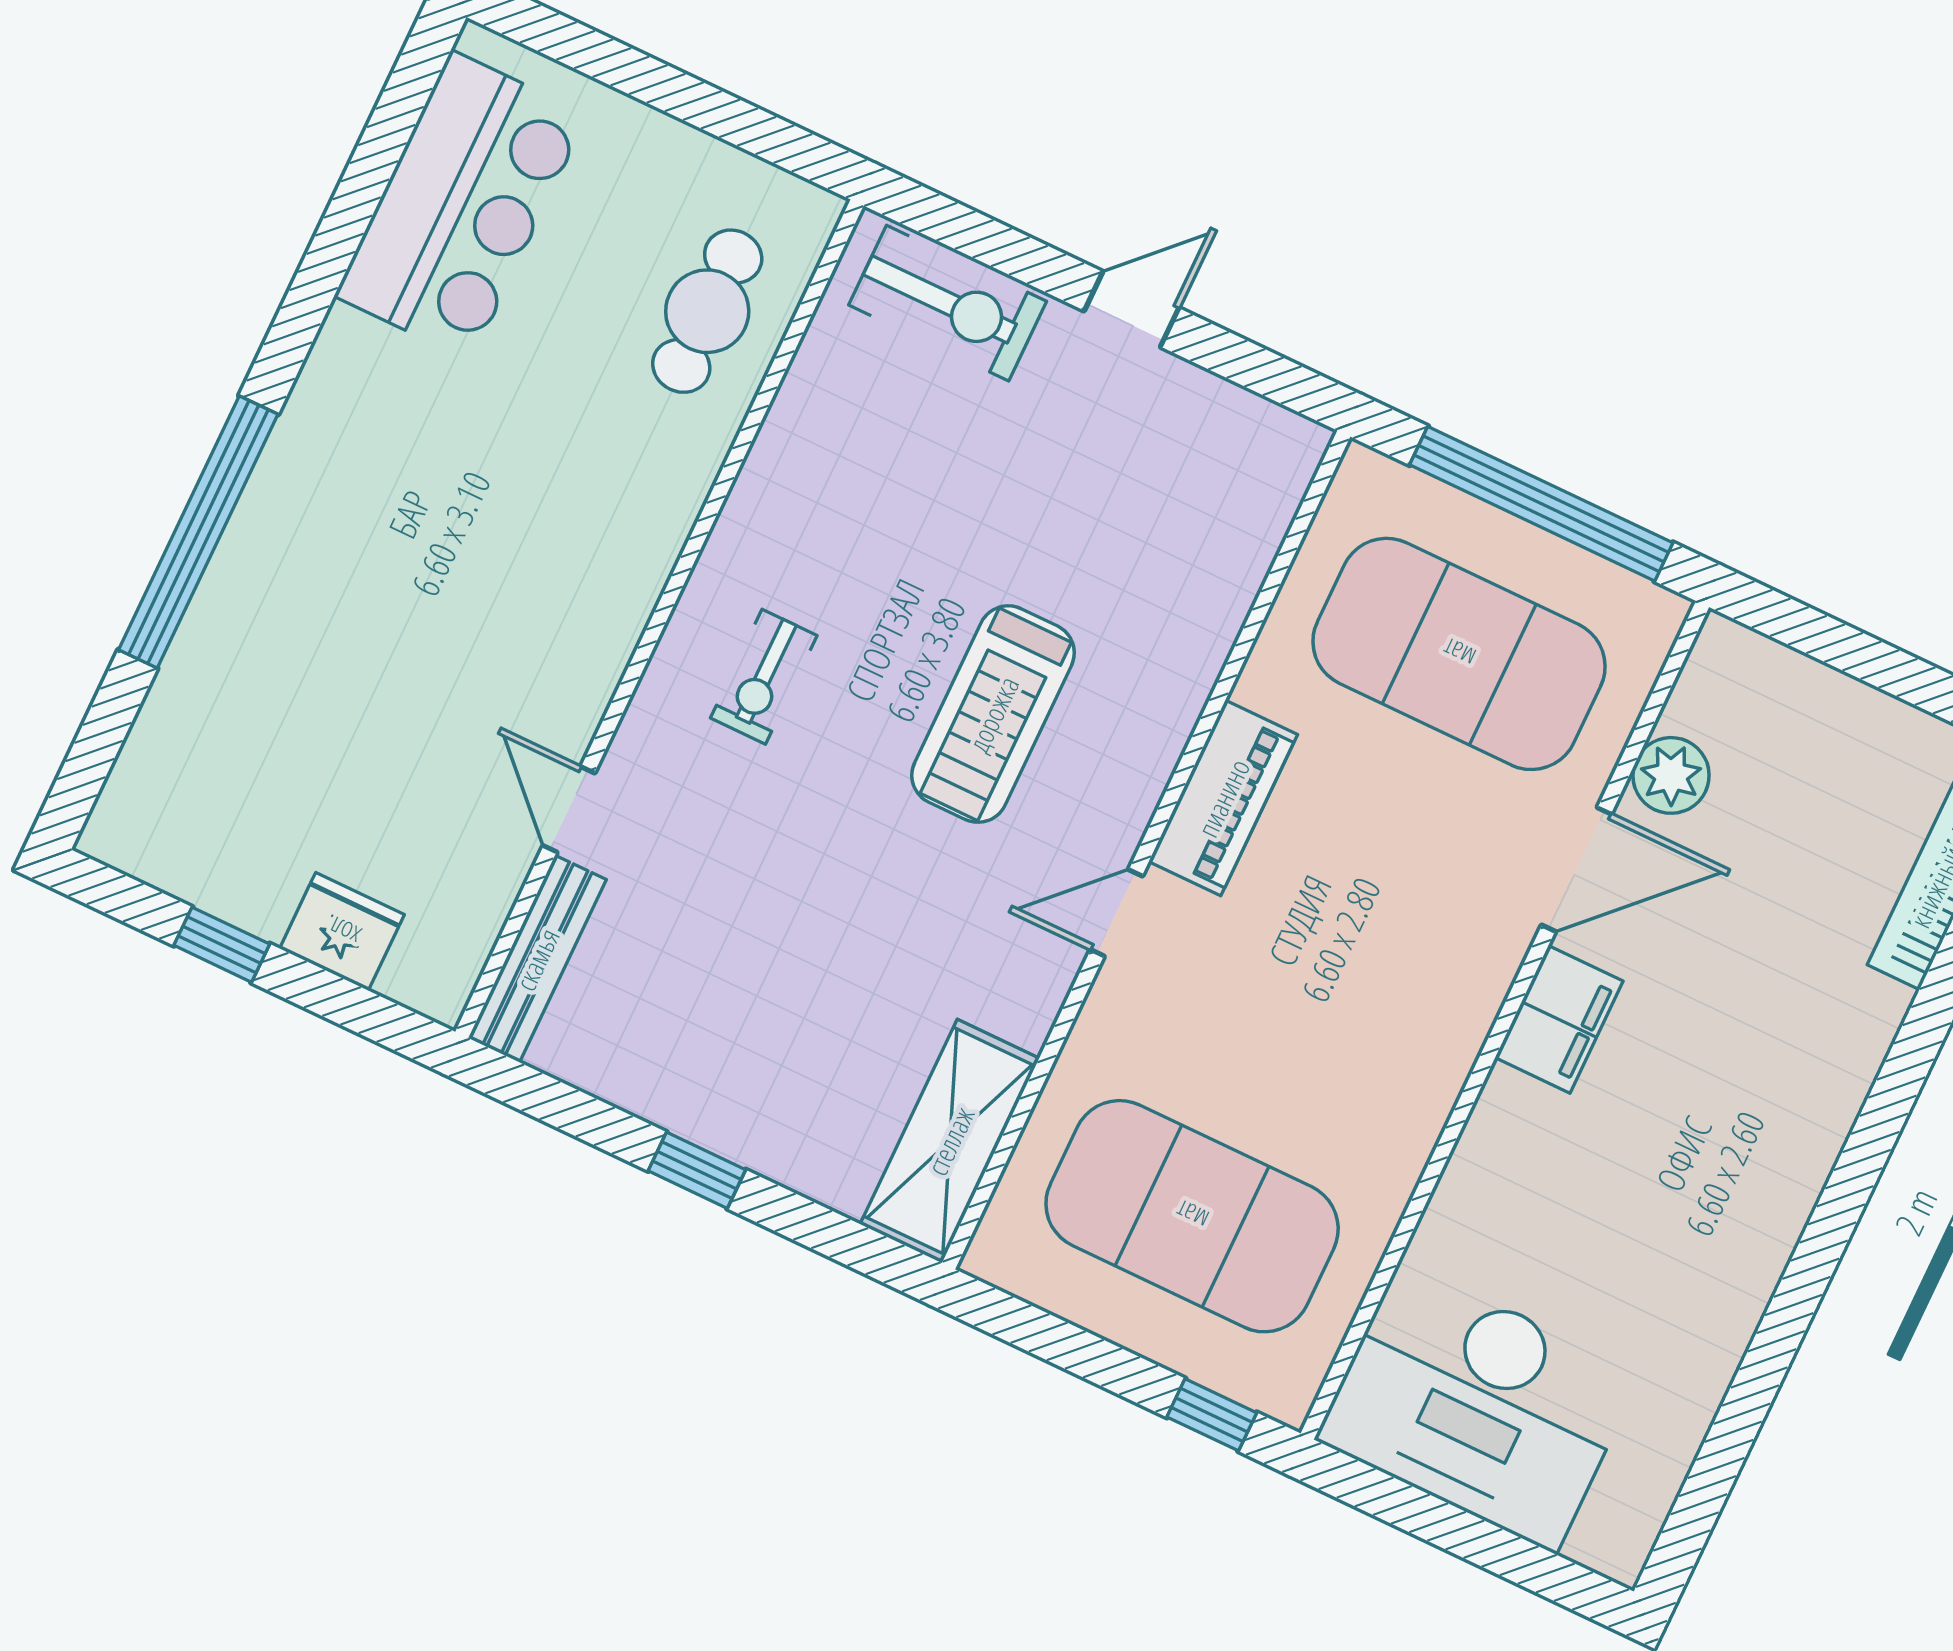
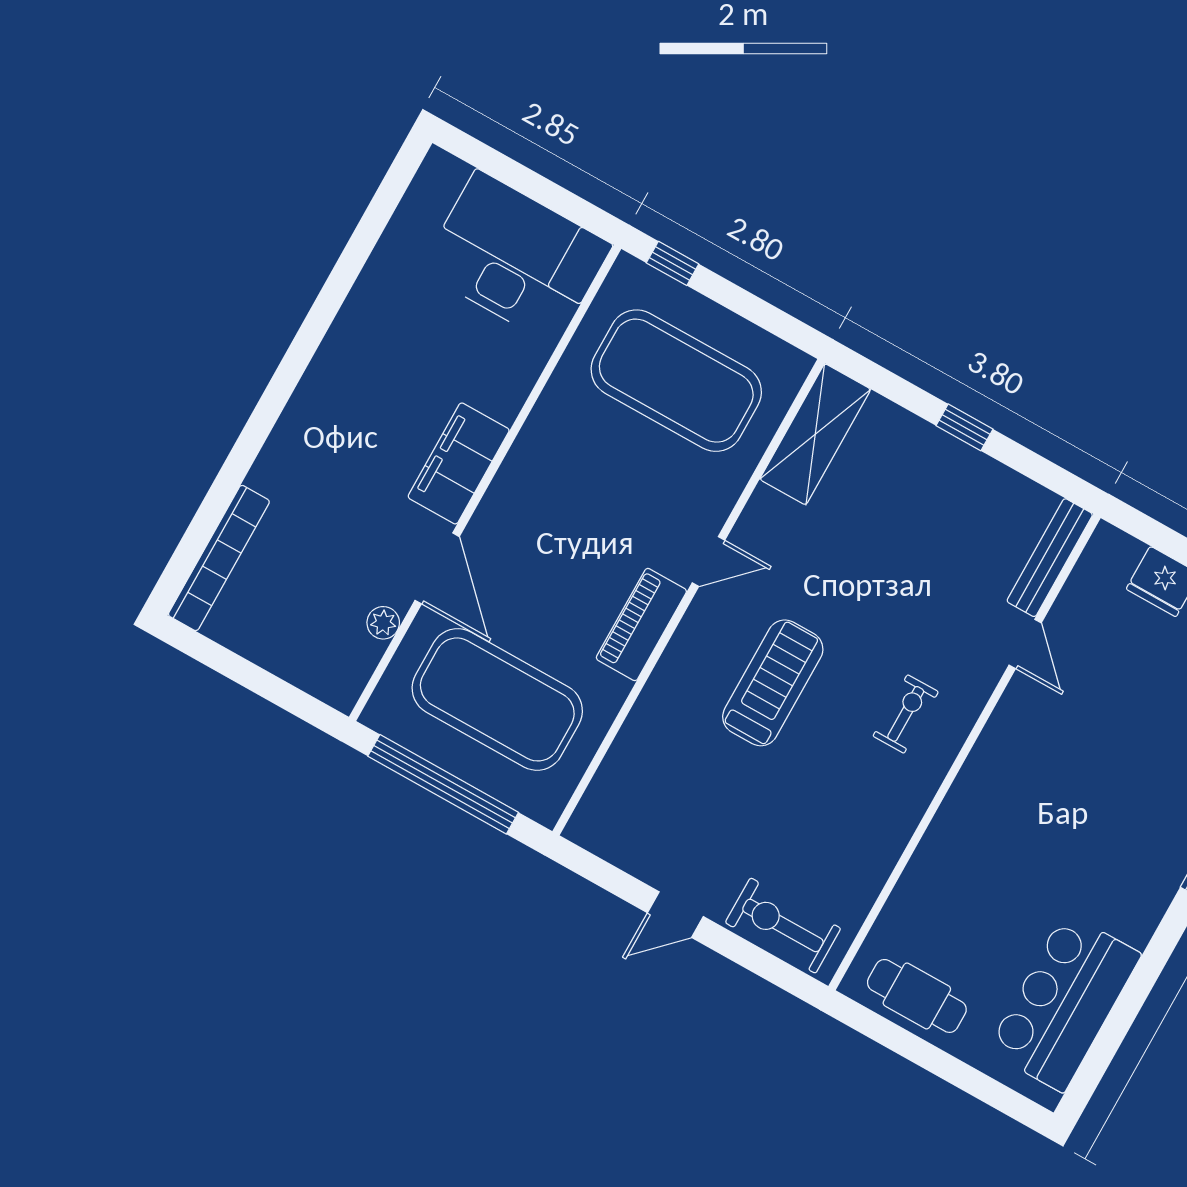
cafe table: (707, 311) -> (917, 996), moved, turned 90
plant: (1671, 775) -> (383, 623), width x0.73, depth x0.73
door: (1576, 870) -> (437, 568), swing flipped
filing cabinet: (1559, 1019) -> (459, 463), width x1.50, depth x1.17

